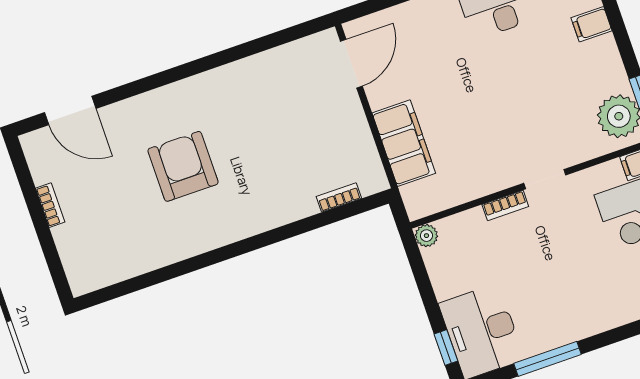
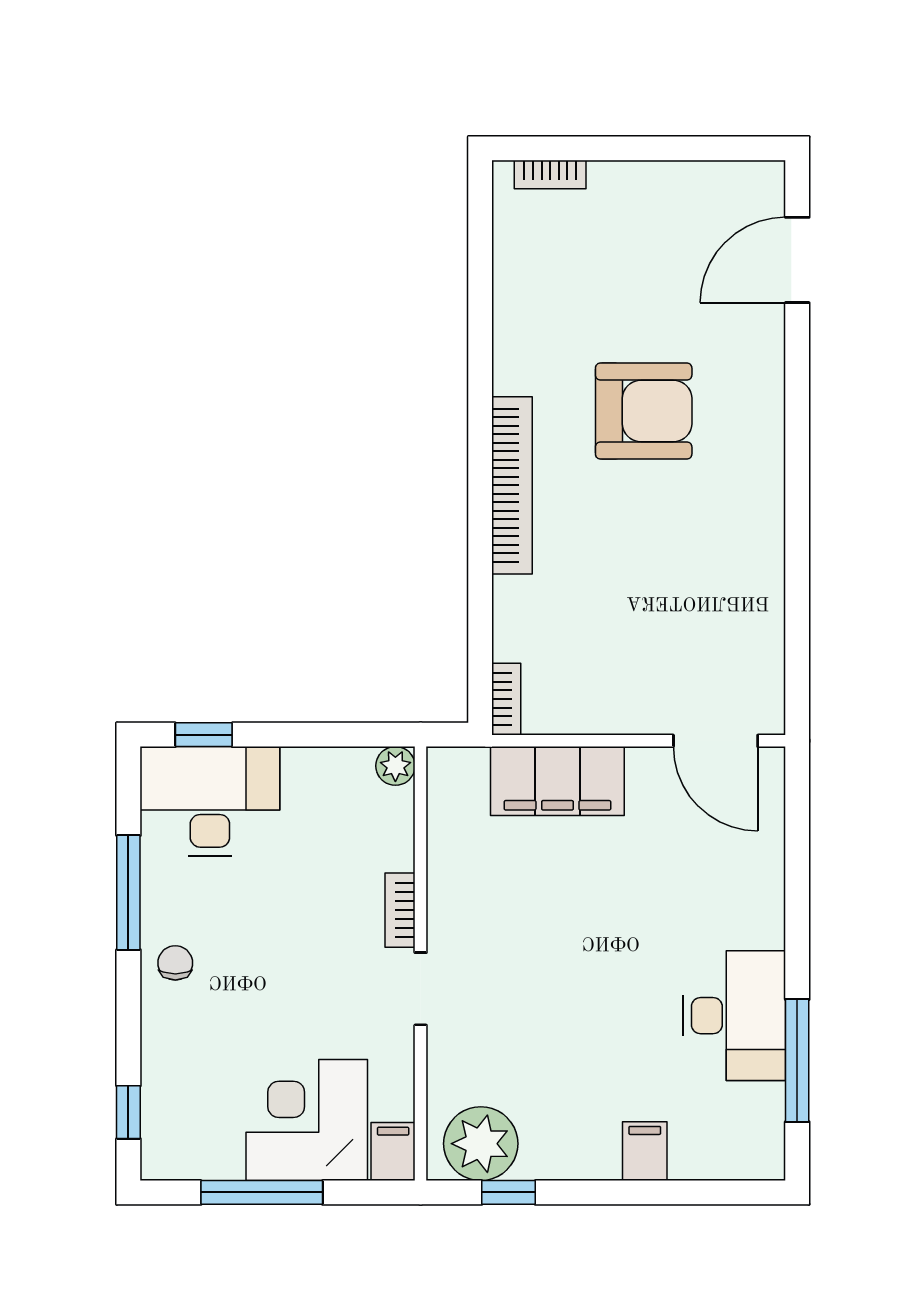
bookcase: (339, 197) -> (506, 699), moved
bookcase: (50, 205) -> (550, 174), moved
bookcase: (249, 225) -> (512, 485), added
chair: (577, 320) -> (175, 963), added

